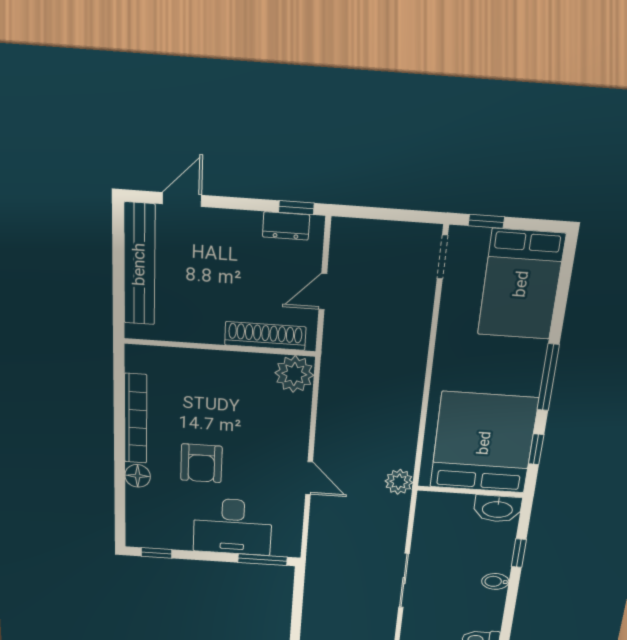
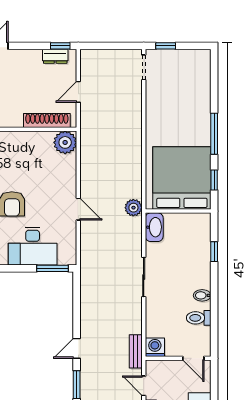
bed: (521, 284) -> (190, 80), removed
washbasin: (497, 509) -> (154, 227), moved, turned -90
bidet: (495, 581) -> (202, 295), moved

